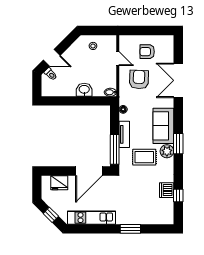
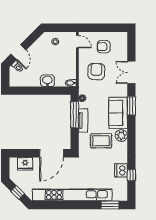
door: (52, 58) -> (18, 52), hinge flipped
door: (118, 59) -> (77, 42), moved
double door: (178, 80) -> (131, 72), width x0.73
window: (178, 144) -> (131, 106), moved
window: (115, 149) -> (75, 115), moved
kitchen unit: (91, 218) -> (72, 195), width x1.86
window: (130, 229) -> (110, 205), moved

